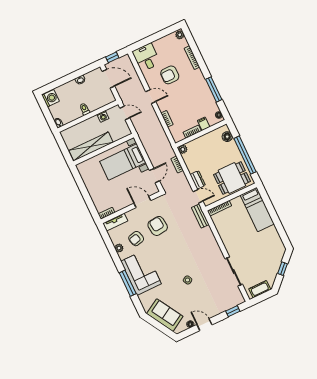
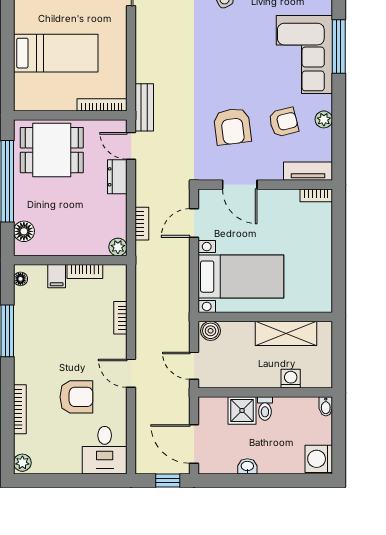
shower: (94, 103) -> (242, 410), added
washing machine: (103, 116) -> (291, 379), moved
boiler: (125, 132) -> (211, 331), added
shelving: (91, 146) -> (286, 333), width x0.68
bed: (257, 210) -> (56, 53), moved, turned 90

